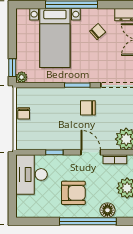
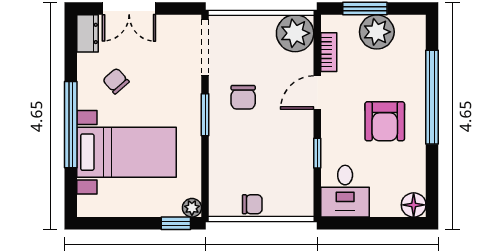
desk: (32, 174) -> (345, 191), width x0.73
armchair: (73, 193) -> (385, 121), turned 180
floor lamp: (107, 210) -> (414, 205), moved

